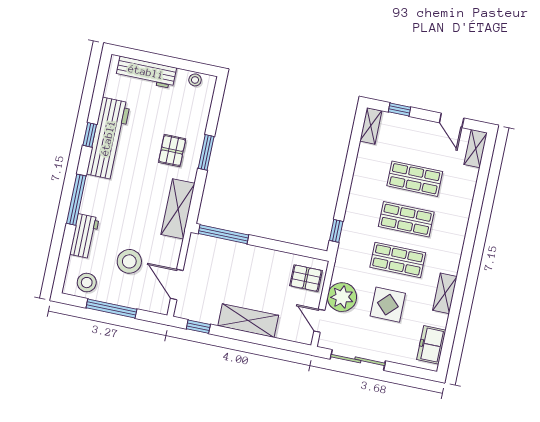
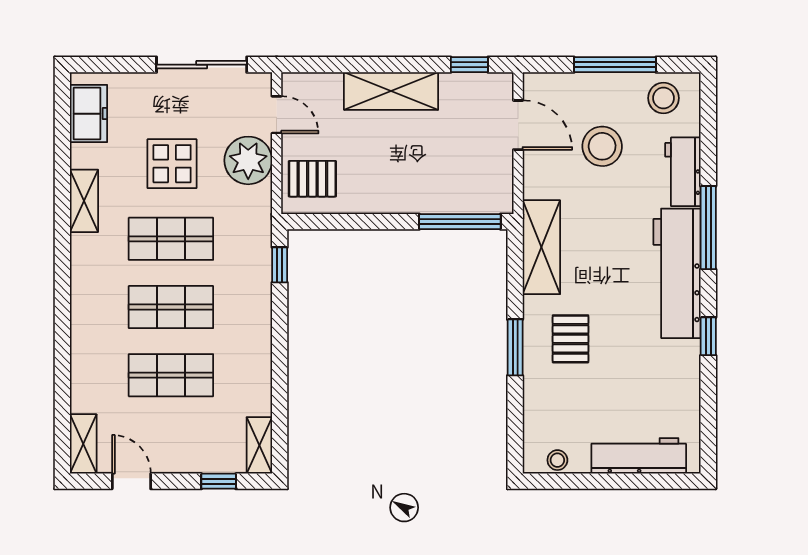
workbench: (108, 138) -> (677, 273), moved

